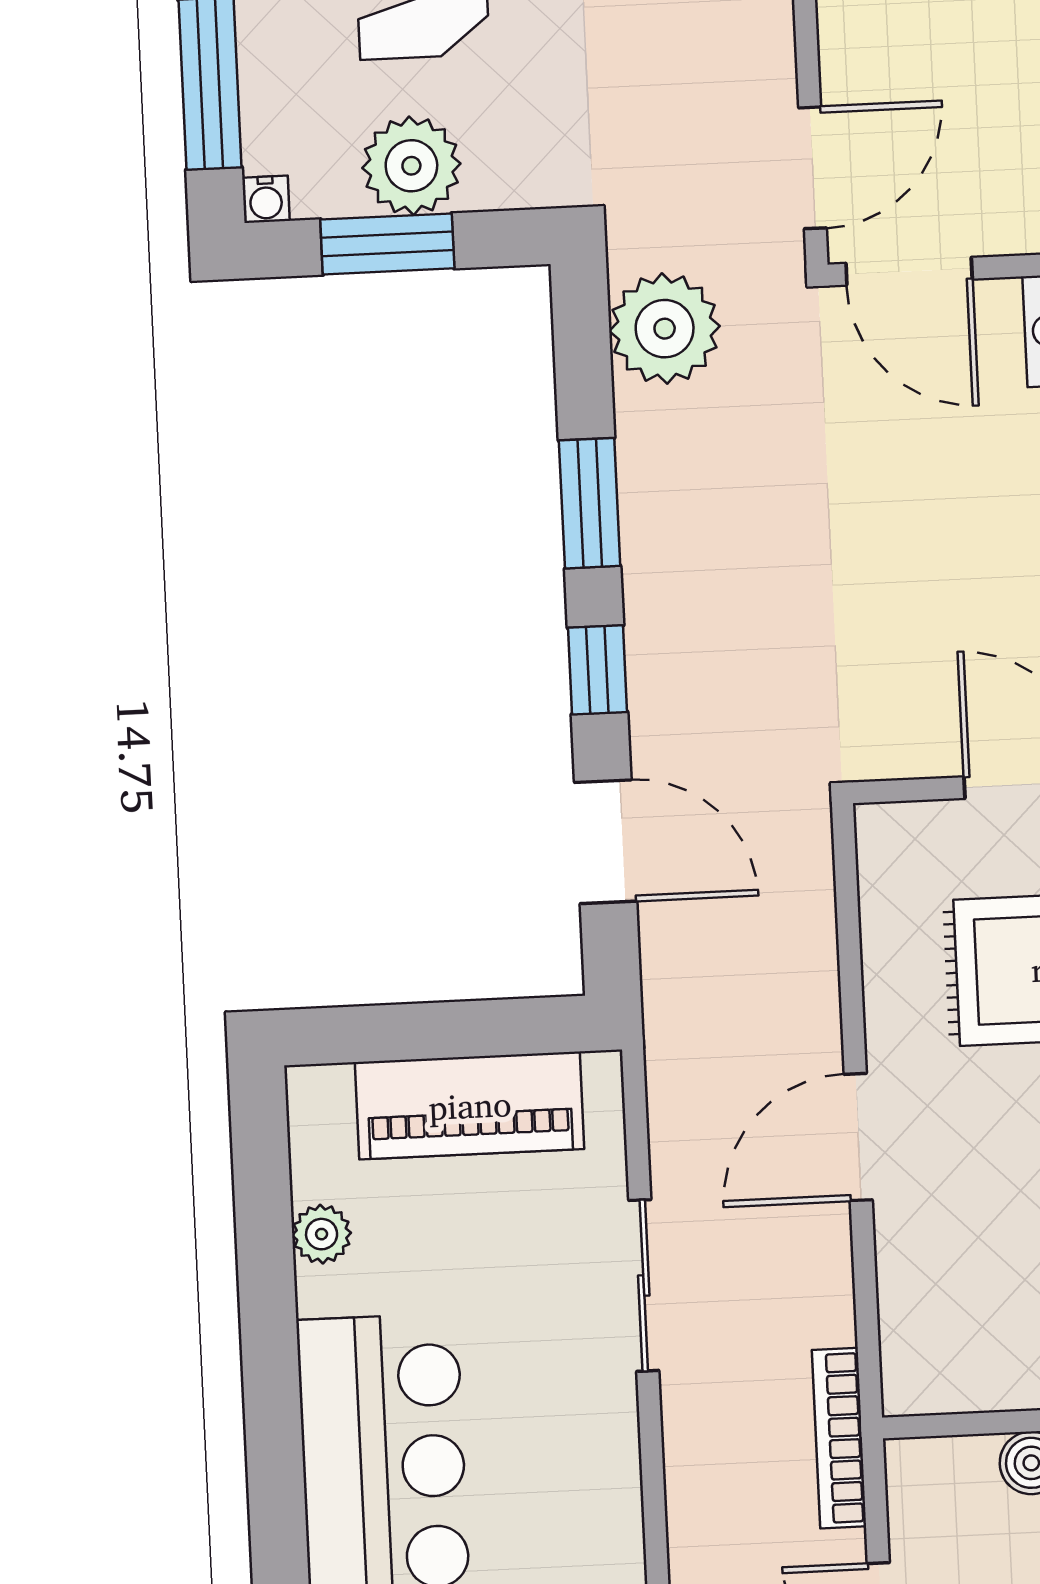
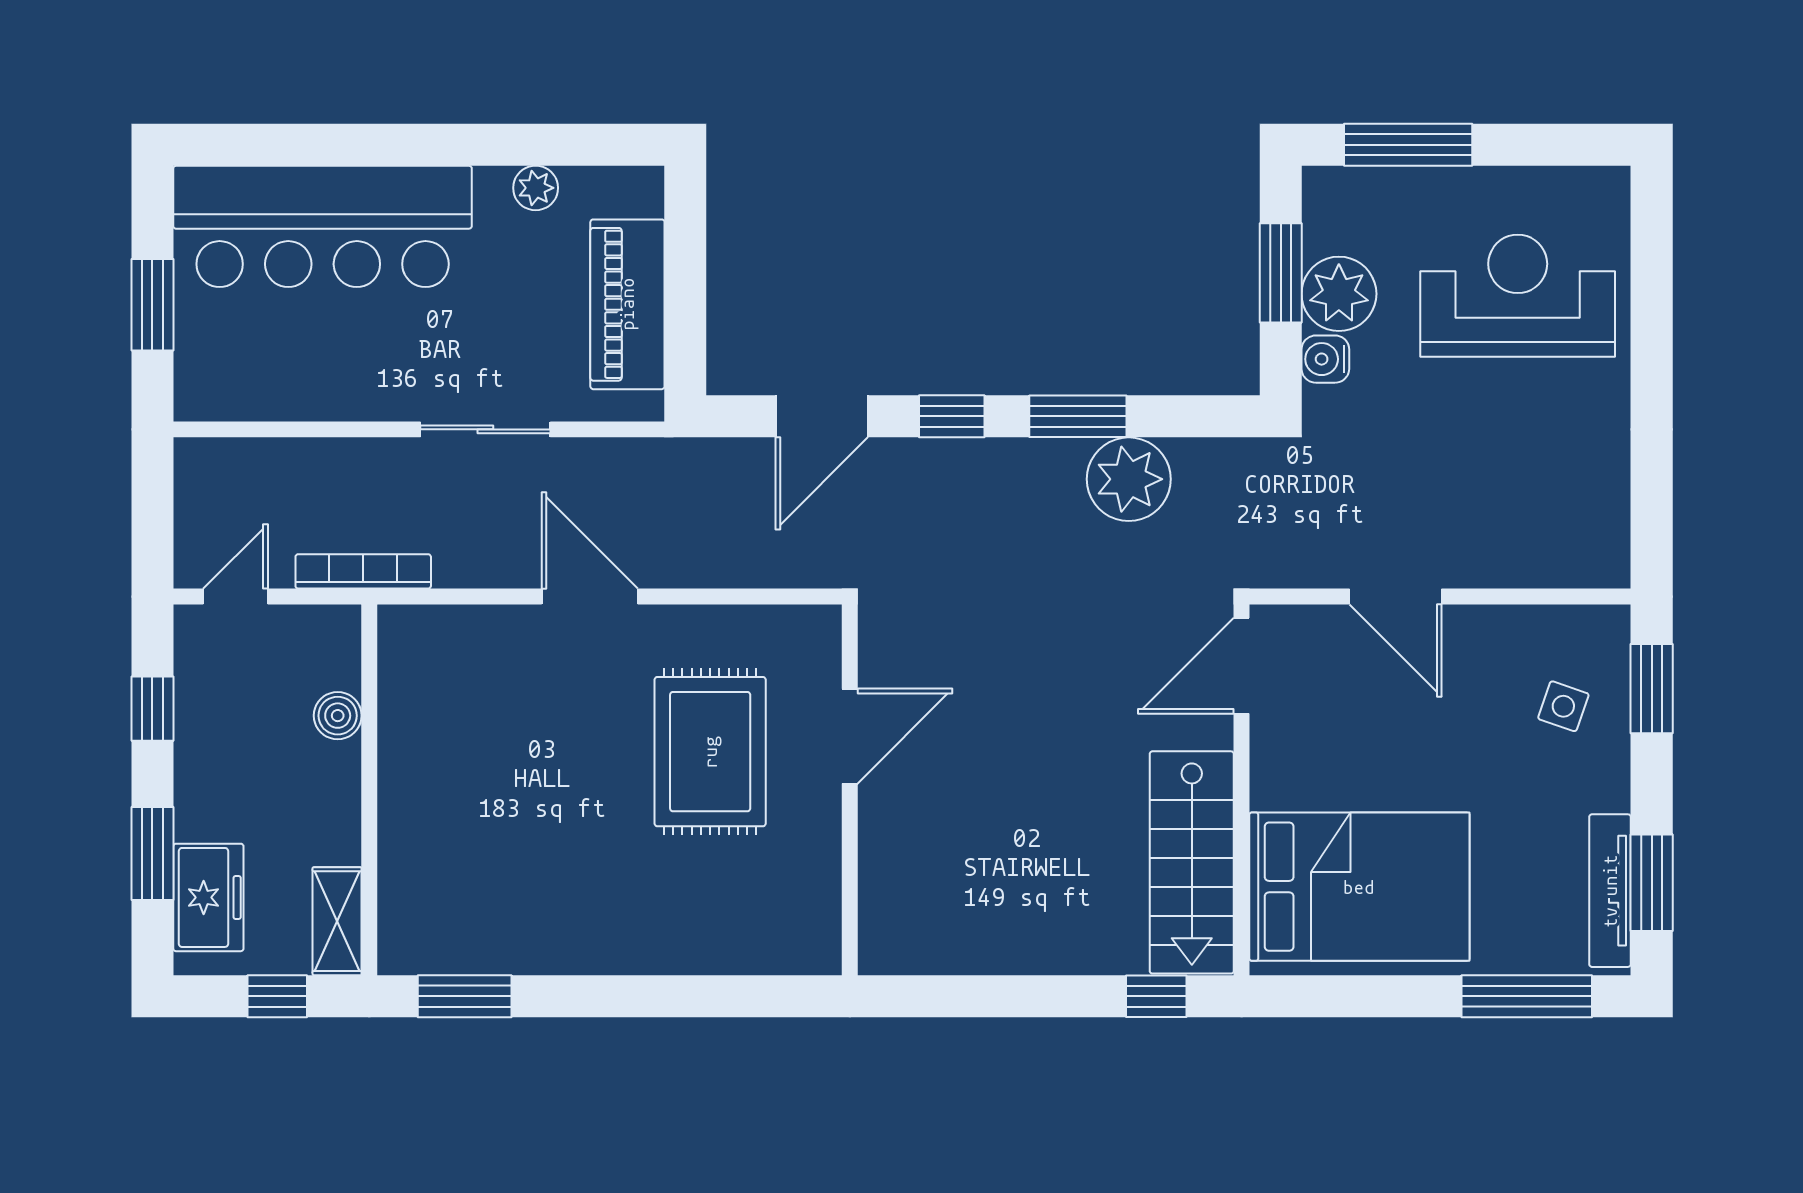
door: (812, 168) -> (1396, 597), moved
water cooler: (266, 199) -> (1325, 359), moved, width x1.38, depth x1.38
plant: (665, 329) -> (1129, 479), moved

